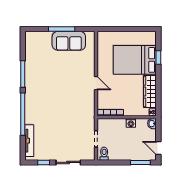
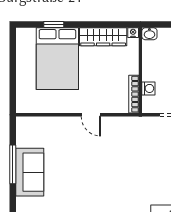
sofa: (69, 41) -> (30, 172), moved
door: (96, 83) -> (91, 115), swing flipped
washing machine: (131, 123) -> (148, 88), moved

